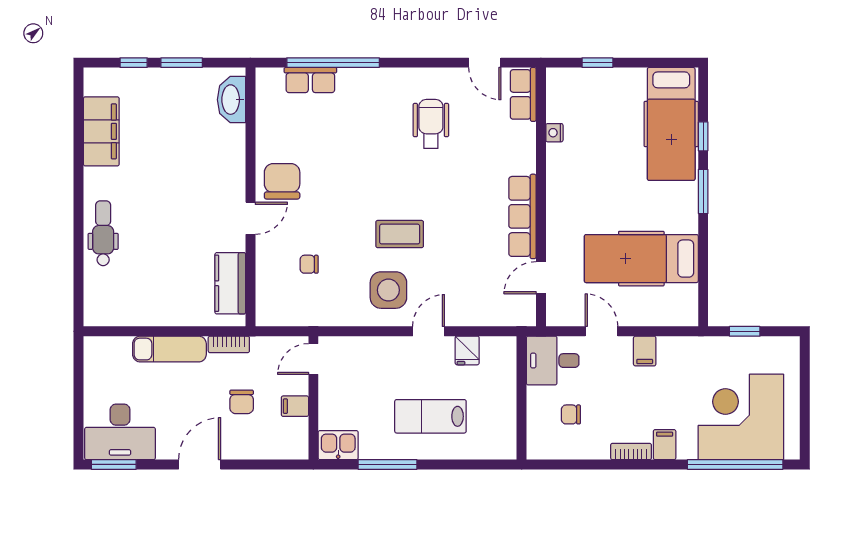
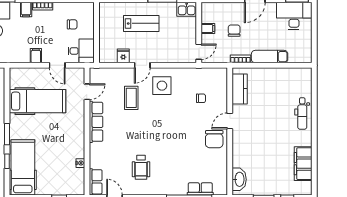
coffee table: (400, 234) -> (131, 98), moved, turned 90

